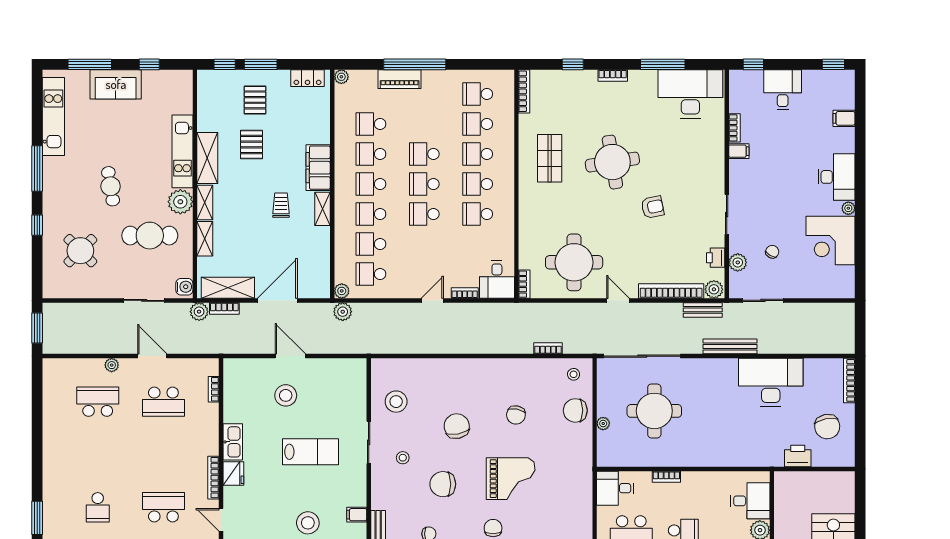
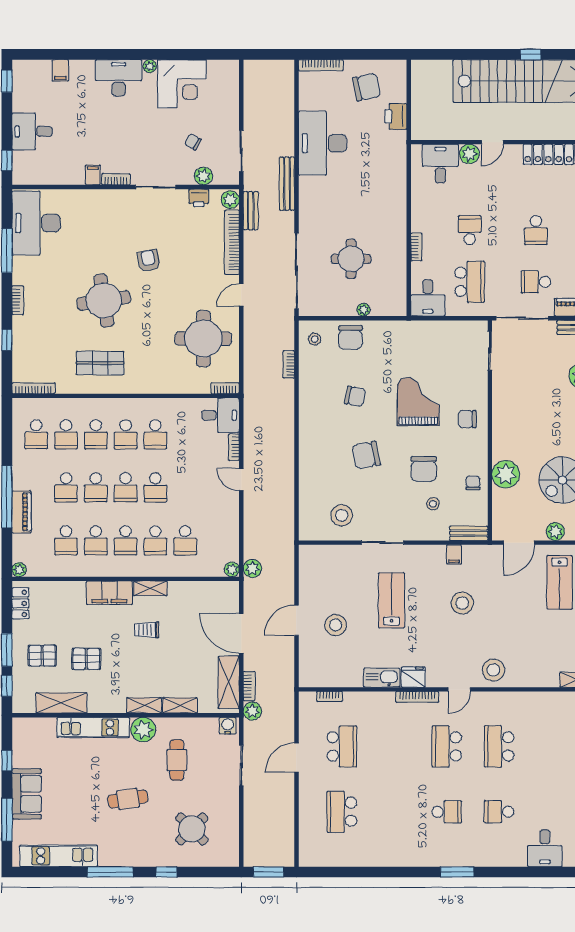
bookcase: (734, 128) -> (116, 179), moved
shelving: (207, 158) -> (61, 703), moved
cafe table: (150, 236) -> (177, 760), width x0.73, depth x0.74
school desk: (371, 274) -> (66, 487), moved
plant: (112, 365) -> (305, 798), removed
round table: (654, 411) -> (351, 259), width x0.73, depth x0.73
stool: (403, 458) -> (433, 504), moved

